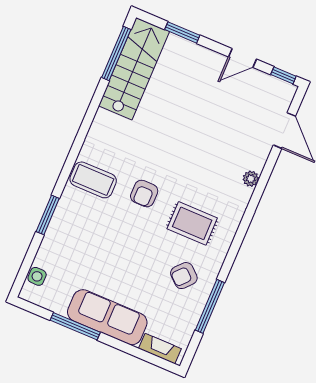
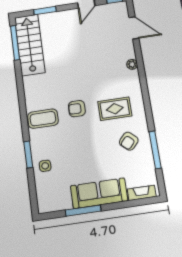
armchair: (144, 194) -> (77, 109), turned 91
side table: (37, 276) -> (45, 166), moved

